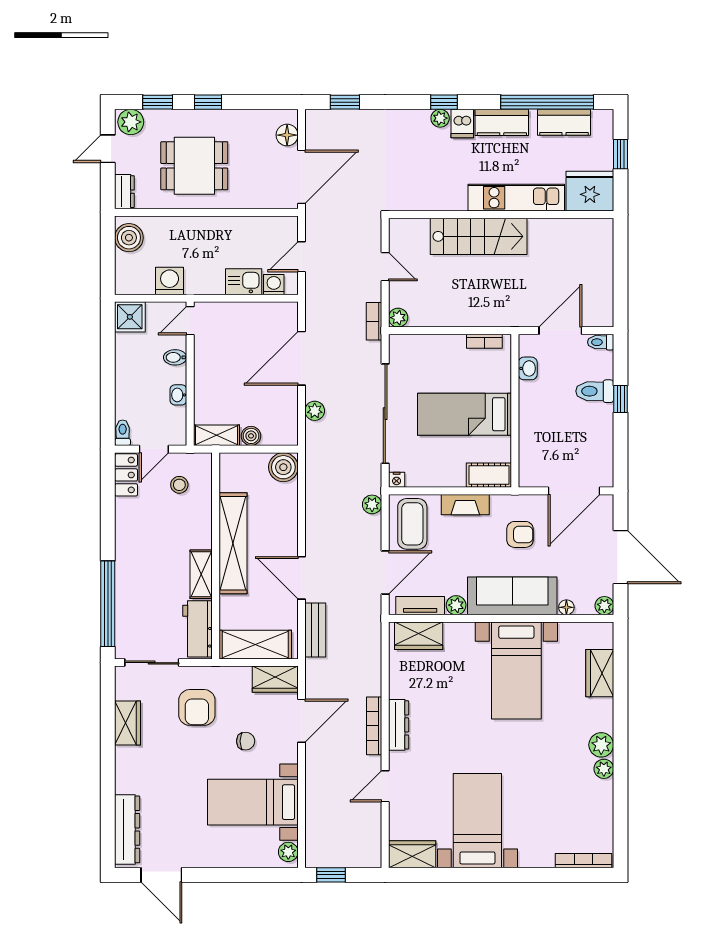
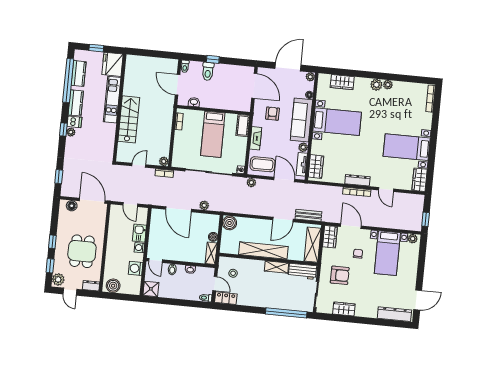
washing machine: (274, 285) -> (139, 248), moved

